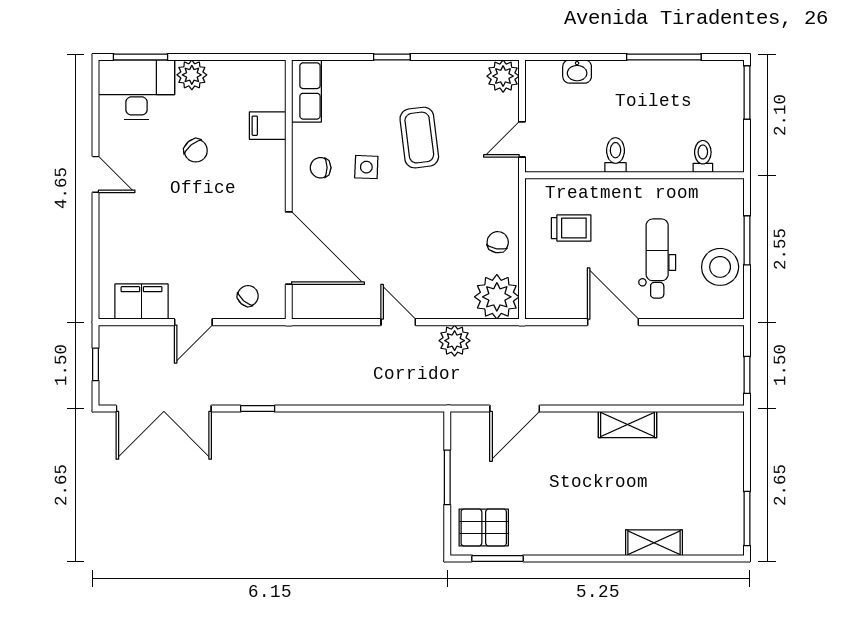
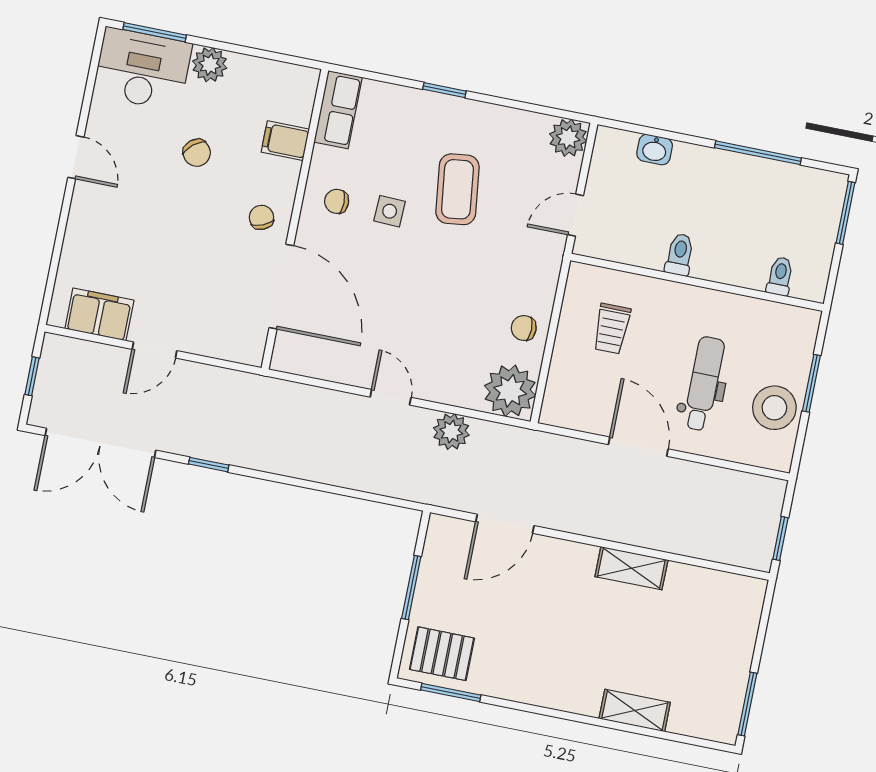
trolley: (571, 228) -> (612, 329), turned 90
chair: (498, 242) -> (524, 328), turned -100
chair: (248, 296) -> (261, 217), moved, turned -64

